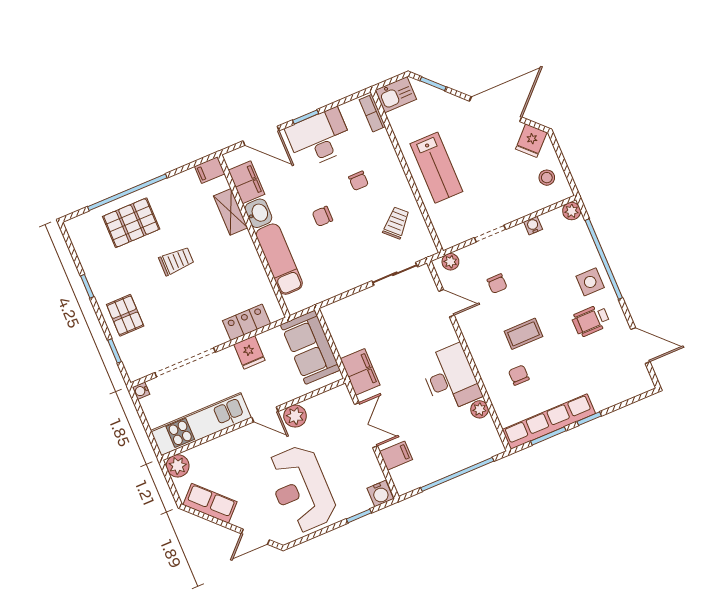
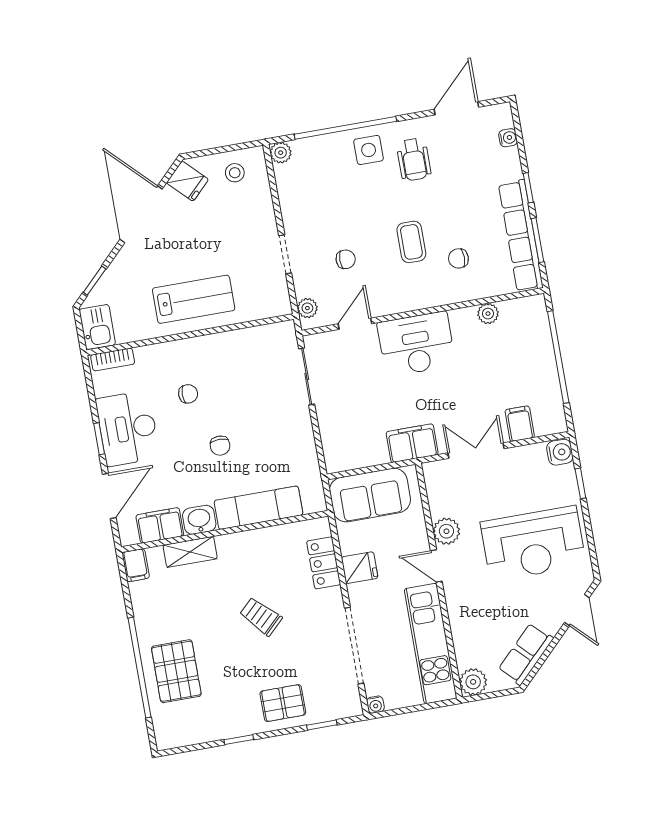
trolley: (396, 223) -> (247, 361), removed
water cooler: (533, 226) -> (508, 138), moved, turned 180
trolley: (176, 261) -> (261, 616), moved, turned -44
desk: (450, 378) -> (416, 344), moved
door: (265, 414) -> (436, 566), swing flipped

